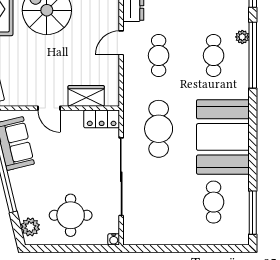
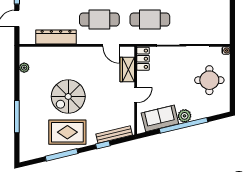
door: (121, 43) -> (111, 45), moved
cafe table: (159, 55) -> (99, 20), width x1.37, depth x1.35
plant: (30, 227) -> (185, 116), moved

